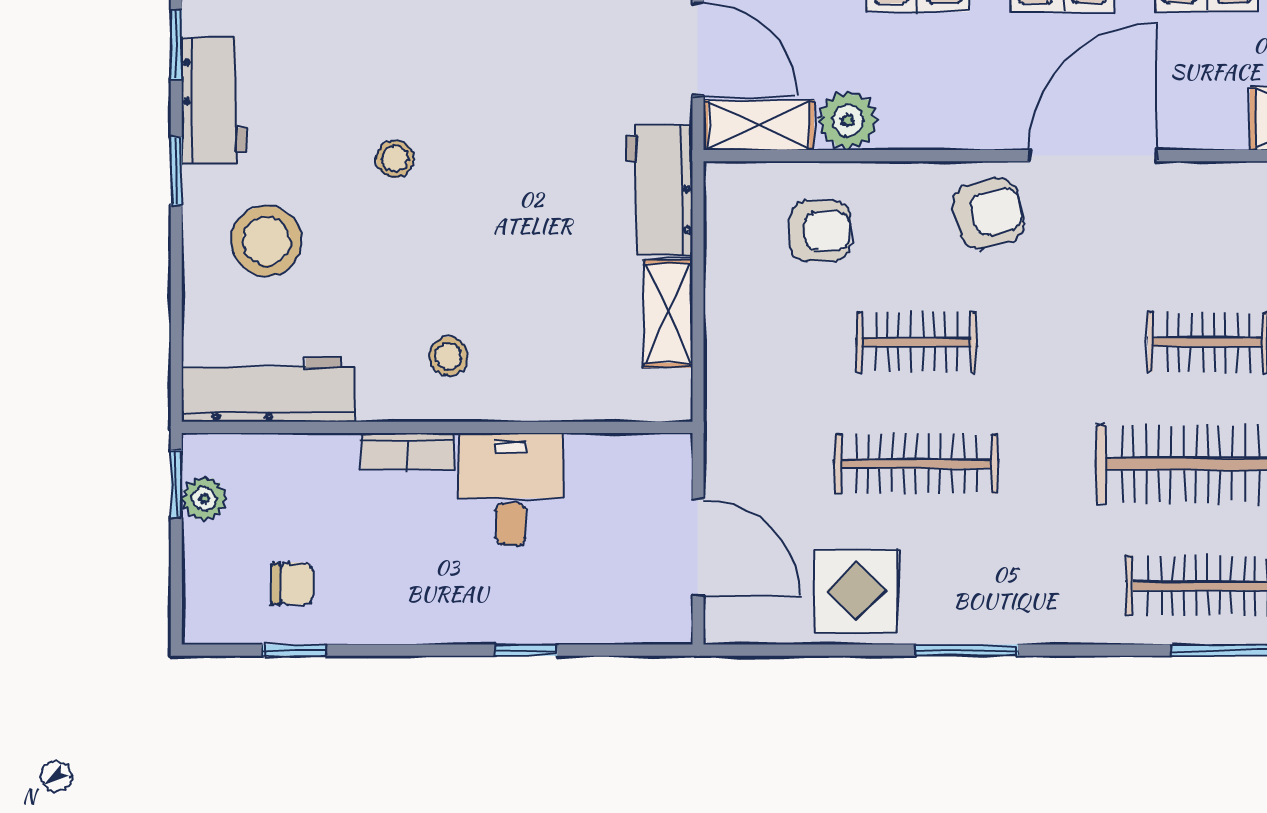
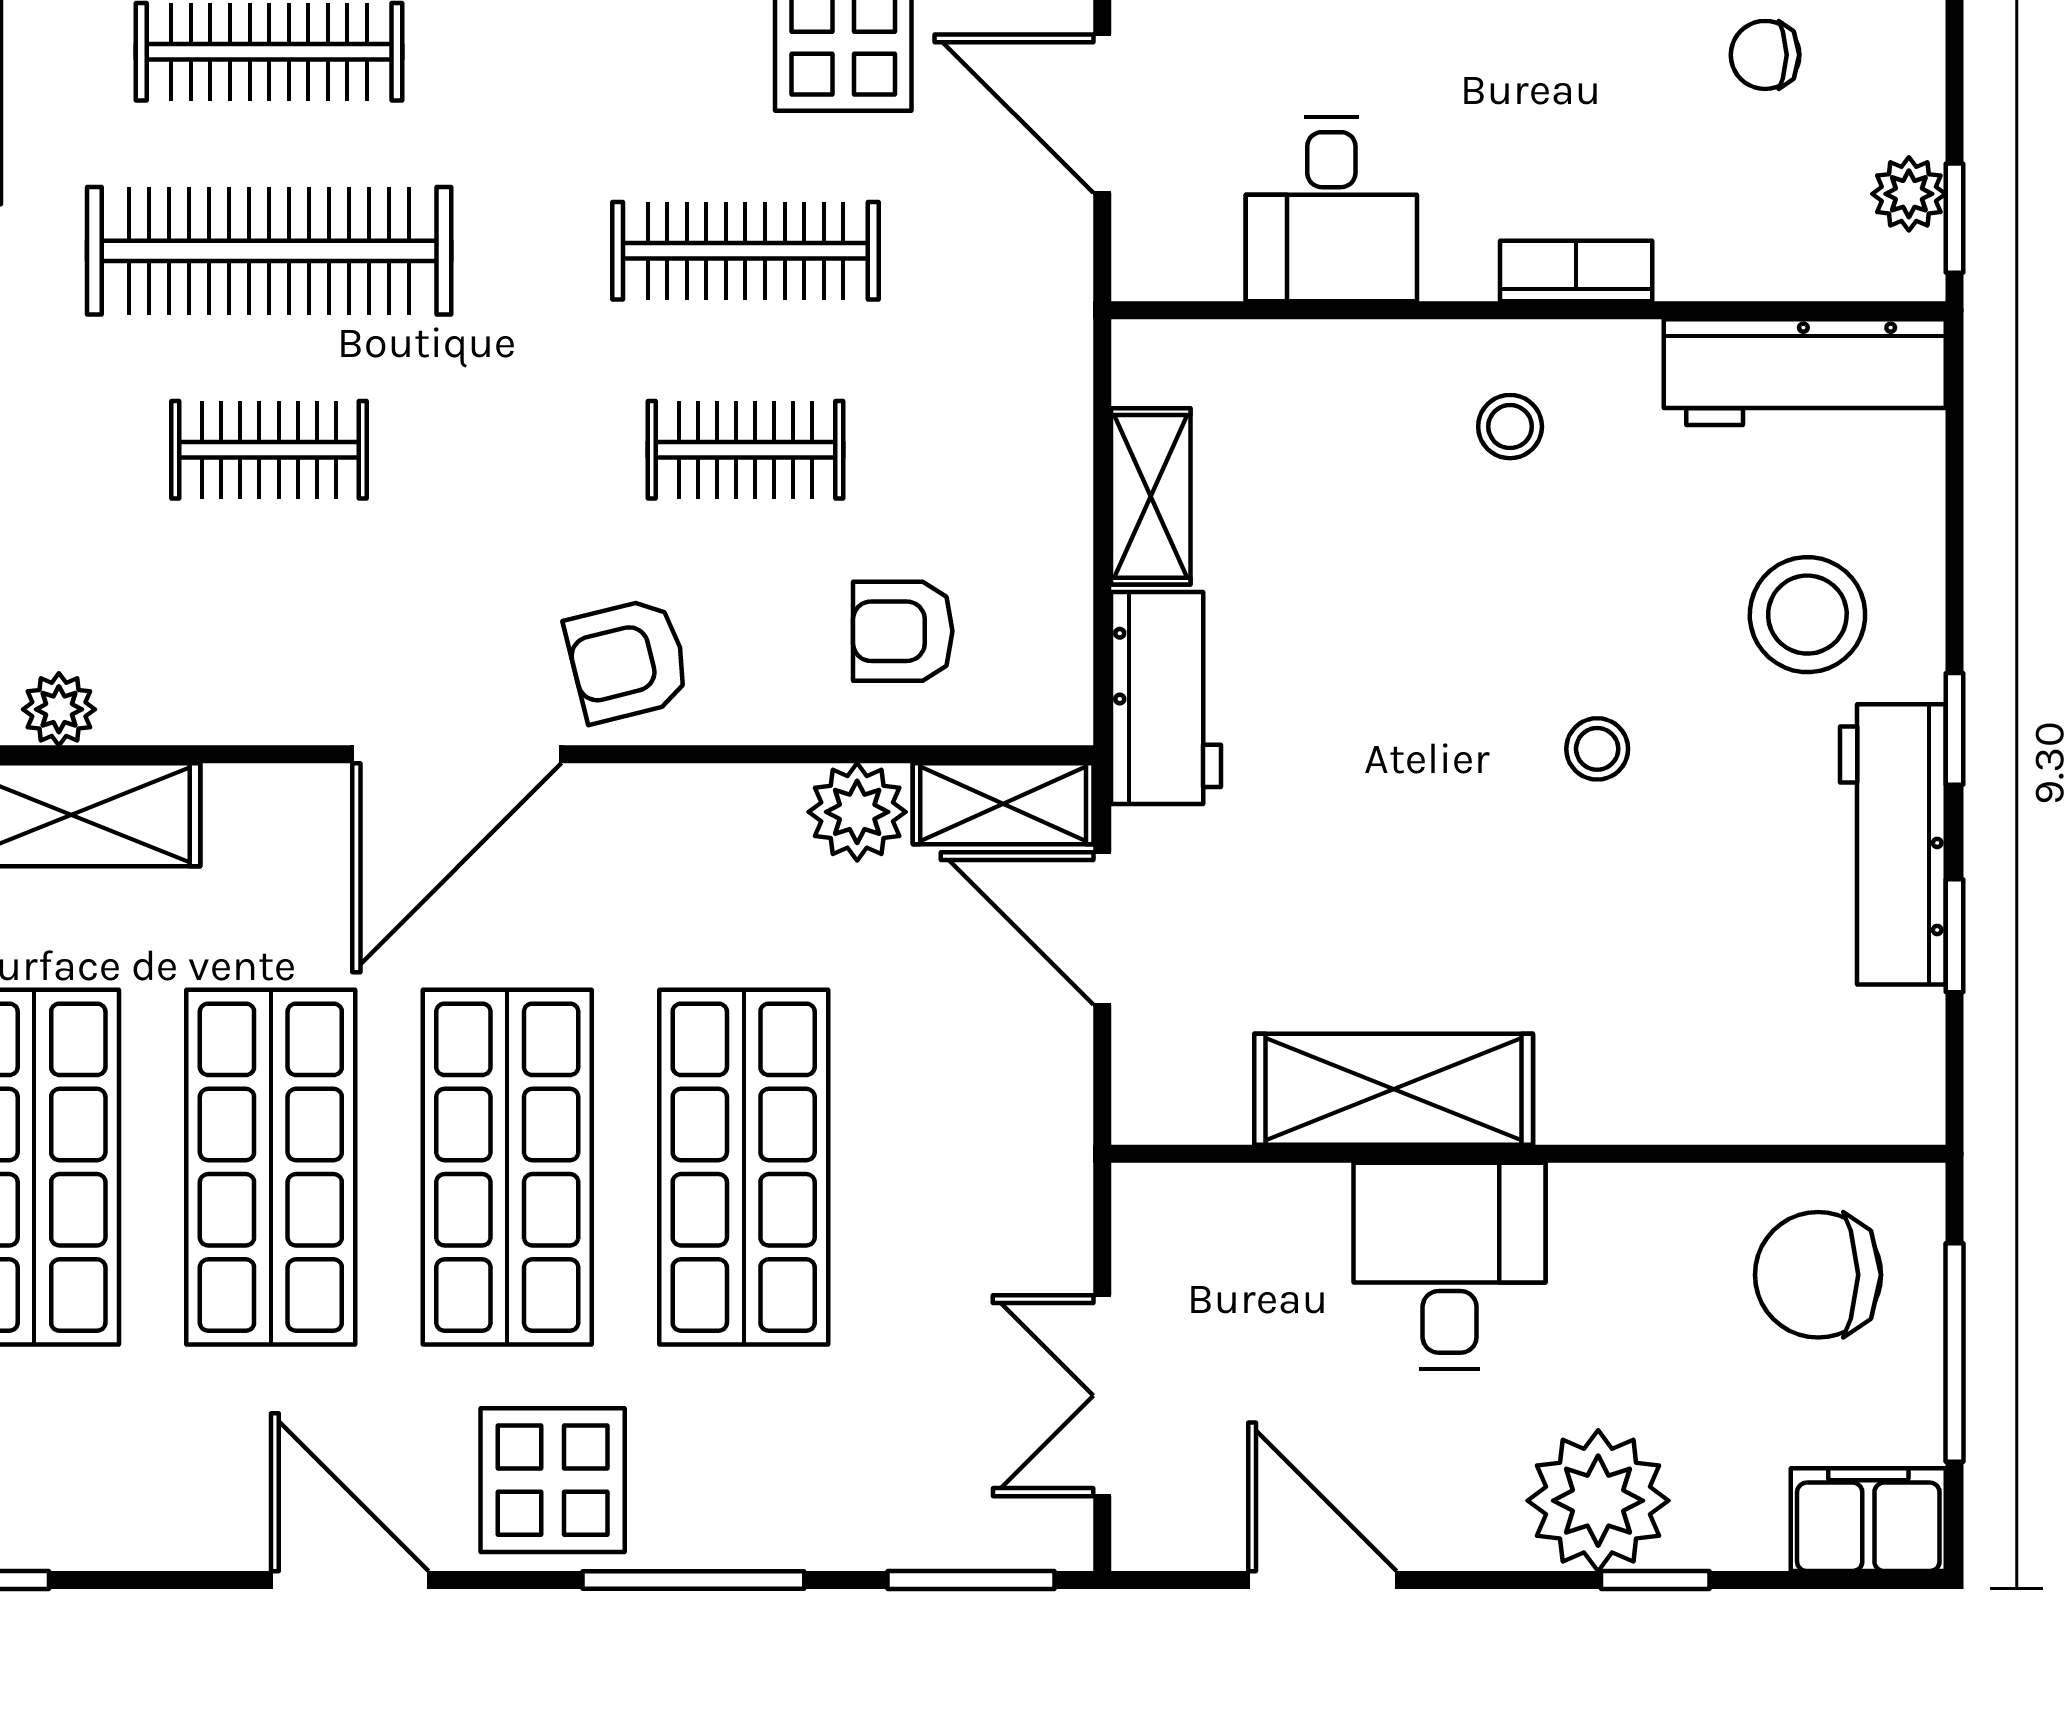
workbench: (214, 100) -> (1893, 844), width x1.38
desk: (511, 489) -> (1331, 209), moved

